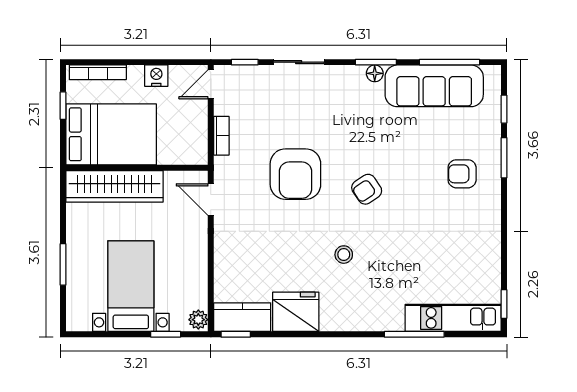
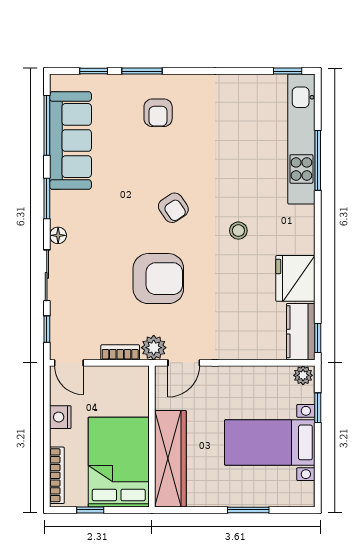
floor lamp: (375, 73) -> (58, 235), moved
plant: (226, 169) -> (154, 348), added
kitchen unit: (453, 318) -> (301, 139), width x1.36

